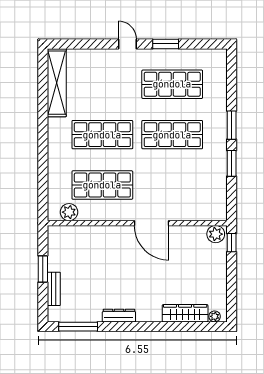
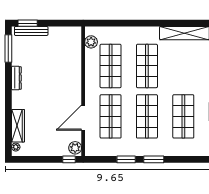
shop shelf: (172, 185) -> (111, 116), added
door: (152, 223) -> (83, 118), moved
window: (43, 269) -> (28, 23), moved
bench: (54, 289) -> (31, 31), width x1.36

